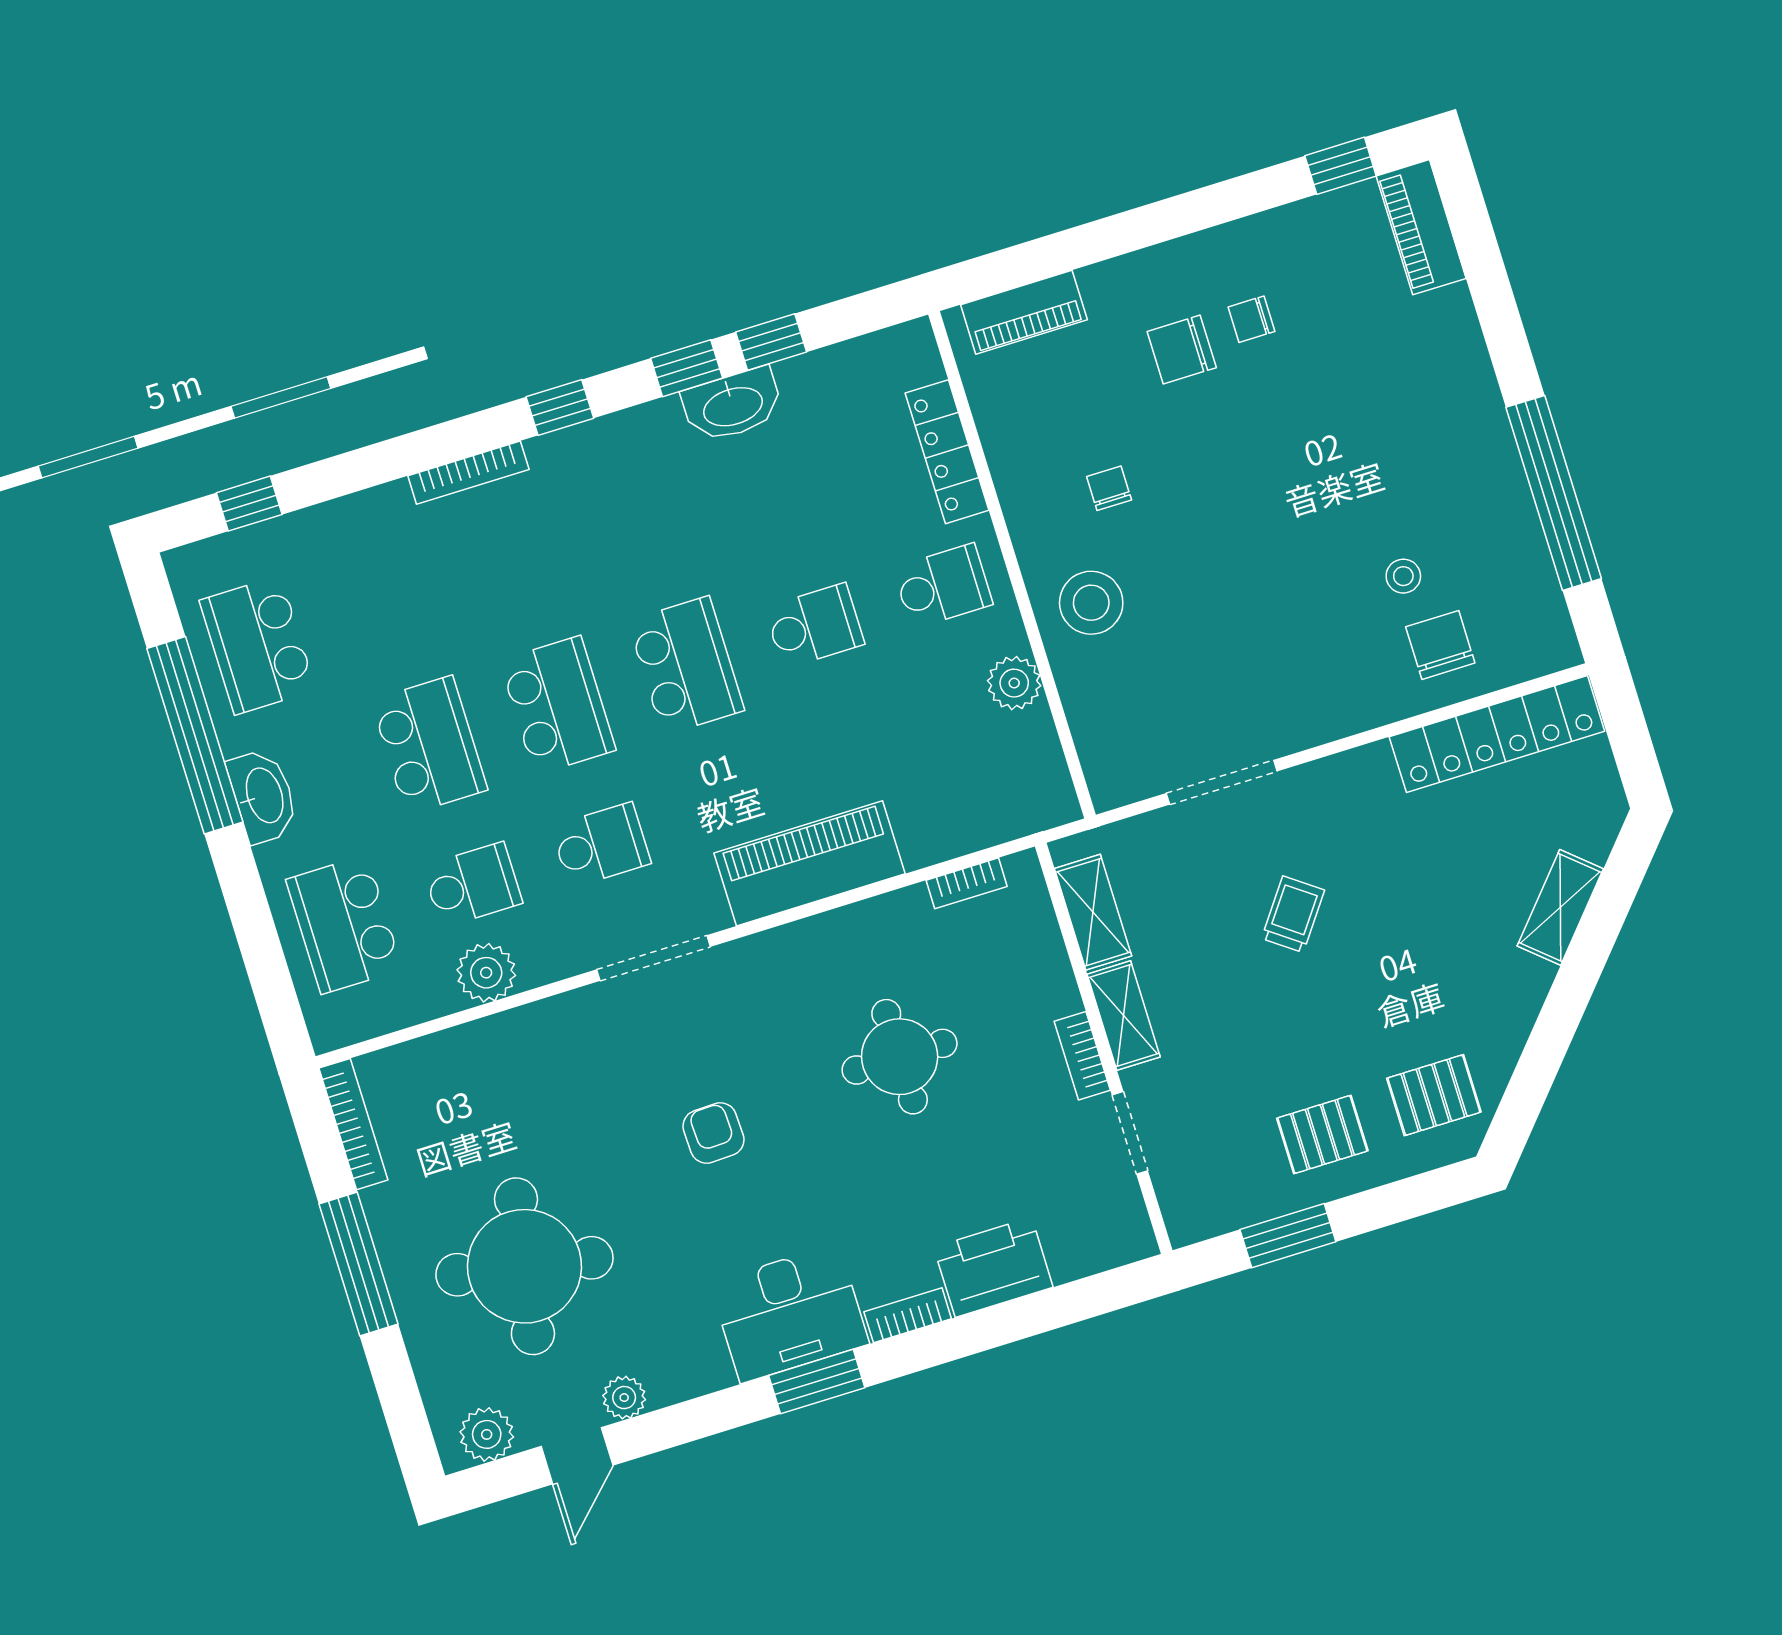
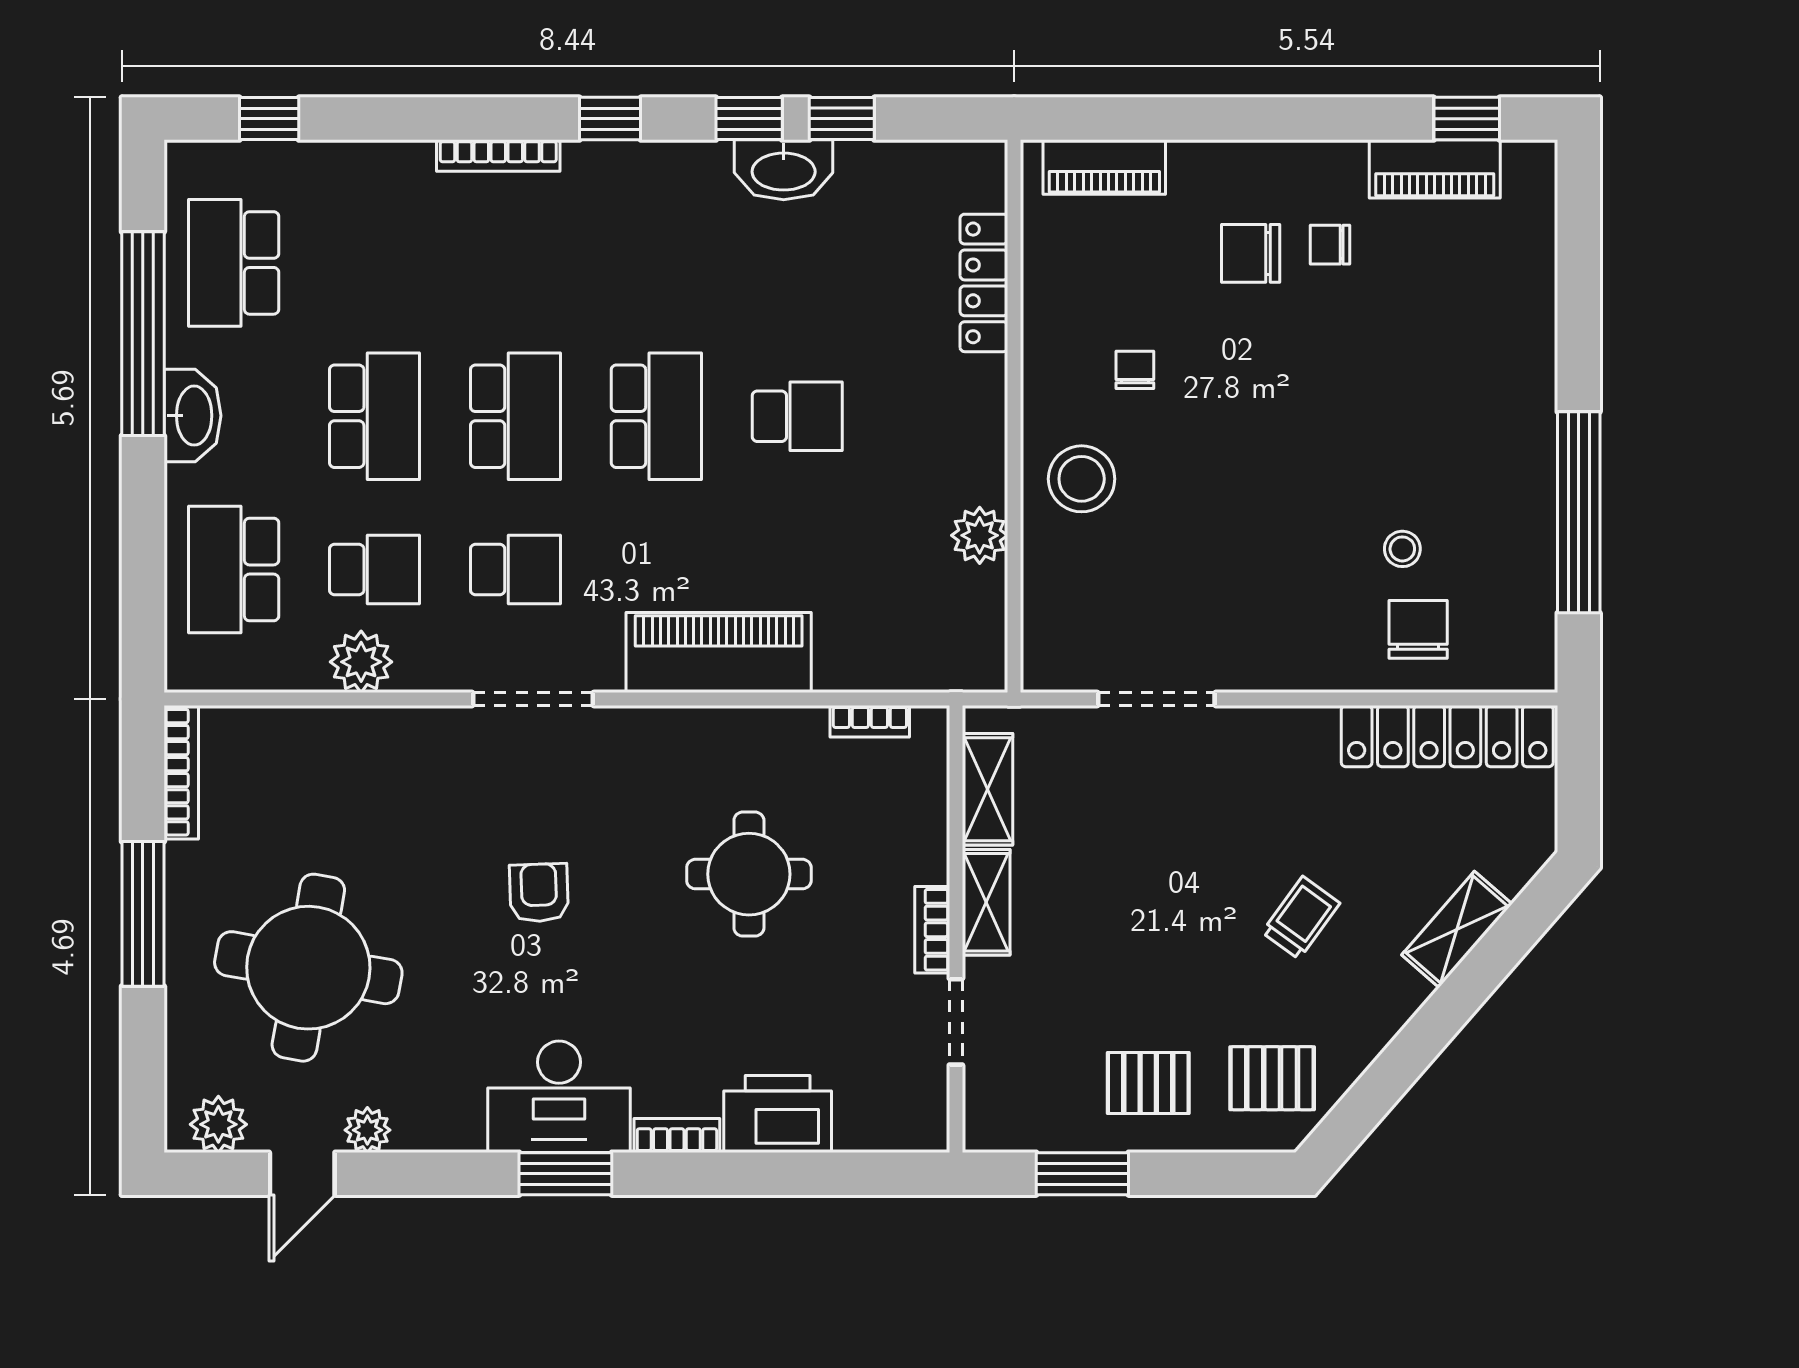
piano: (1421, 227) -> (1435, 169), moved, turned -90
school desk: (943, 586) -> (938, 416), removed
trolley: (1293, 914) -> (1301, 918), moved

